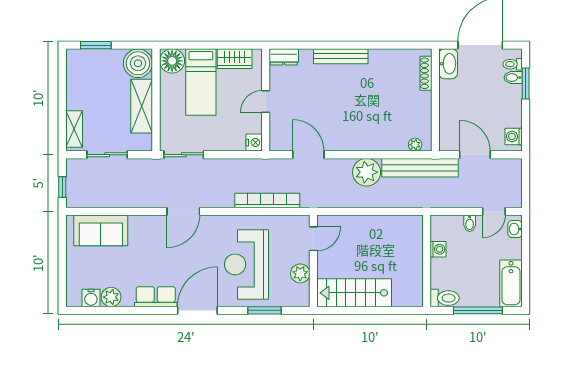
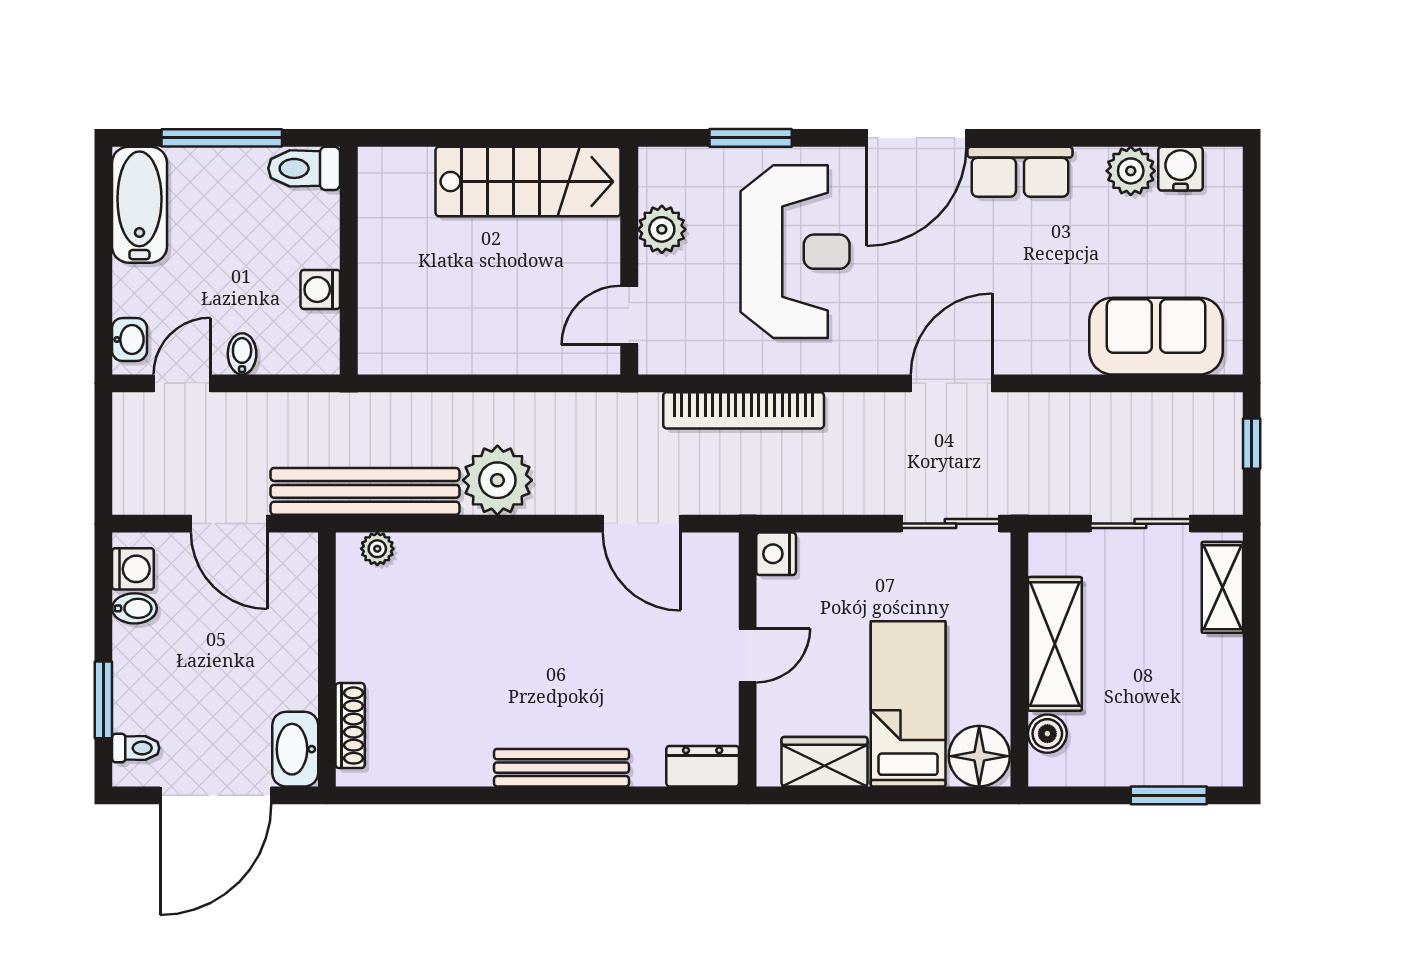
boiler: (138, 63) -> (1047, 734), width x0.54, depth x0.54
bidet: (513, 78) -> (134, 608), moved

